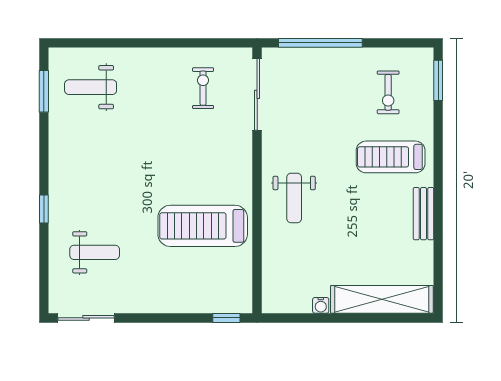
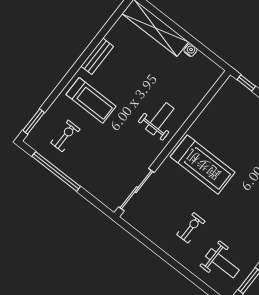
window: (320, 43) -> (56, 171), moved
exercise bike: (203, 88) -> (191, 228), moved, turned 180
treadmill: (203, 226) -> (203, 165), moved

